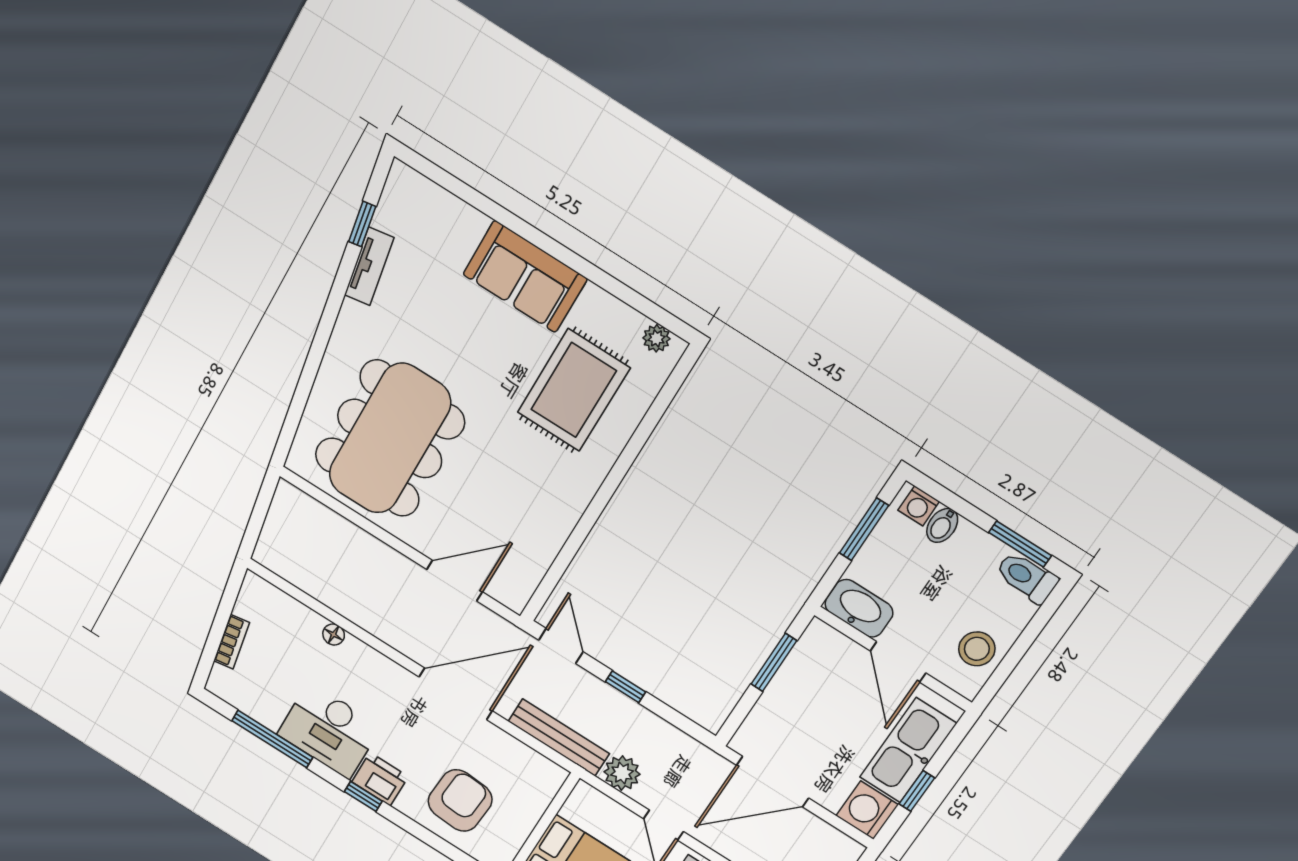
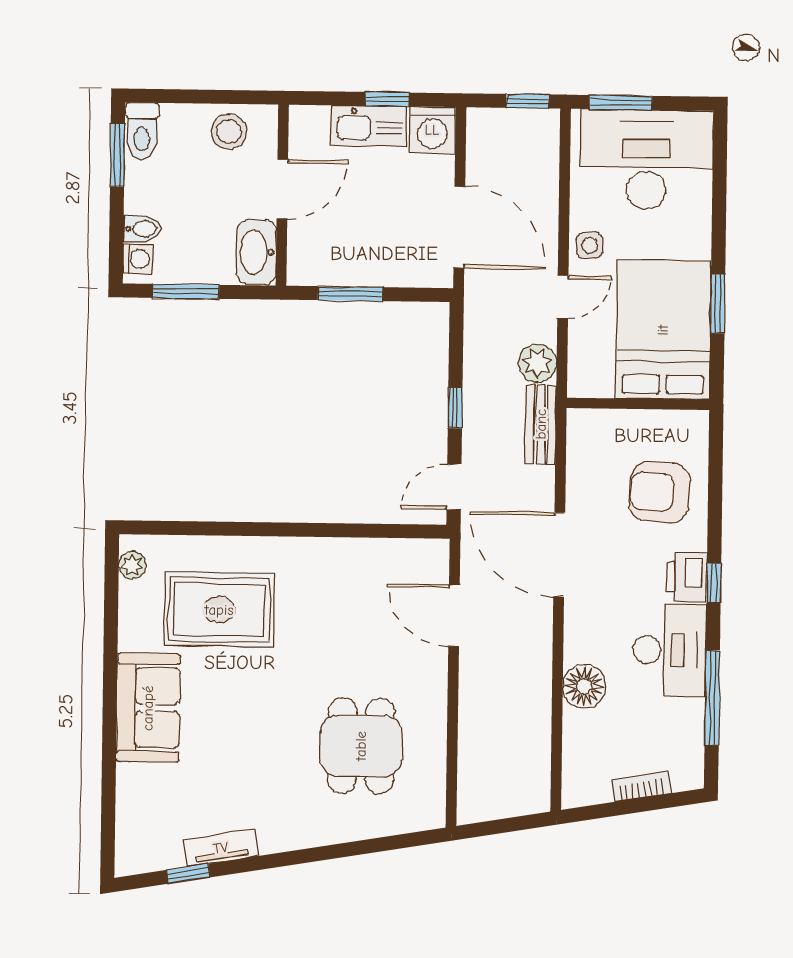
dining table: (390, 439) -> (361, 746), width x0.53, depth x0.80
floor lamp: (334, 635) -> (584, 686), width x1.89, depth x1.89
bench: (559, 737) -> (541, 424), width x0.73
kitchen sink: (908, 750) -> (369, 126), width x0.73, depth x0.81

